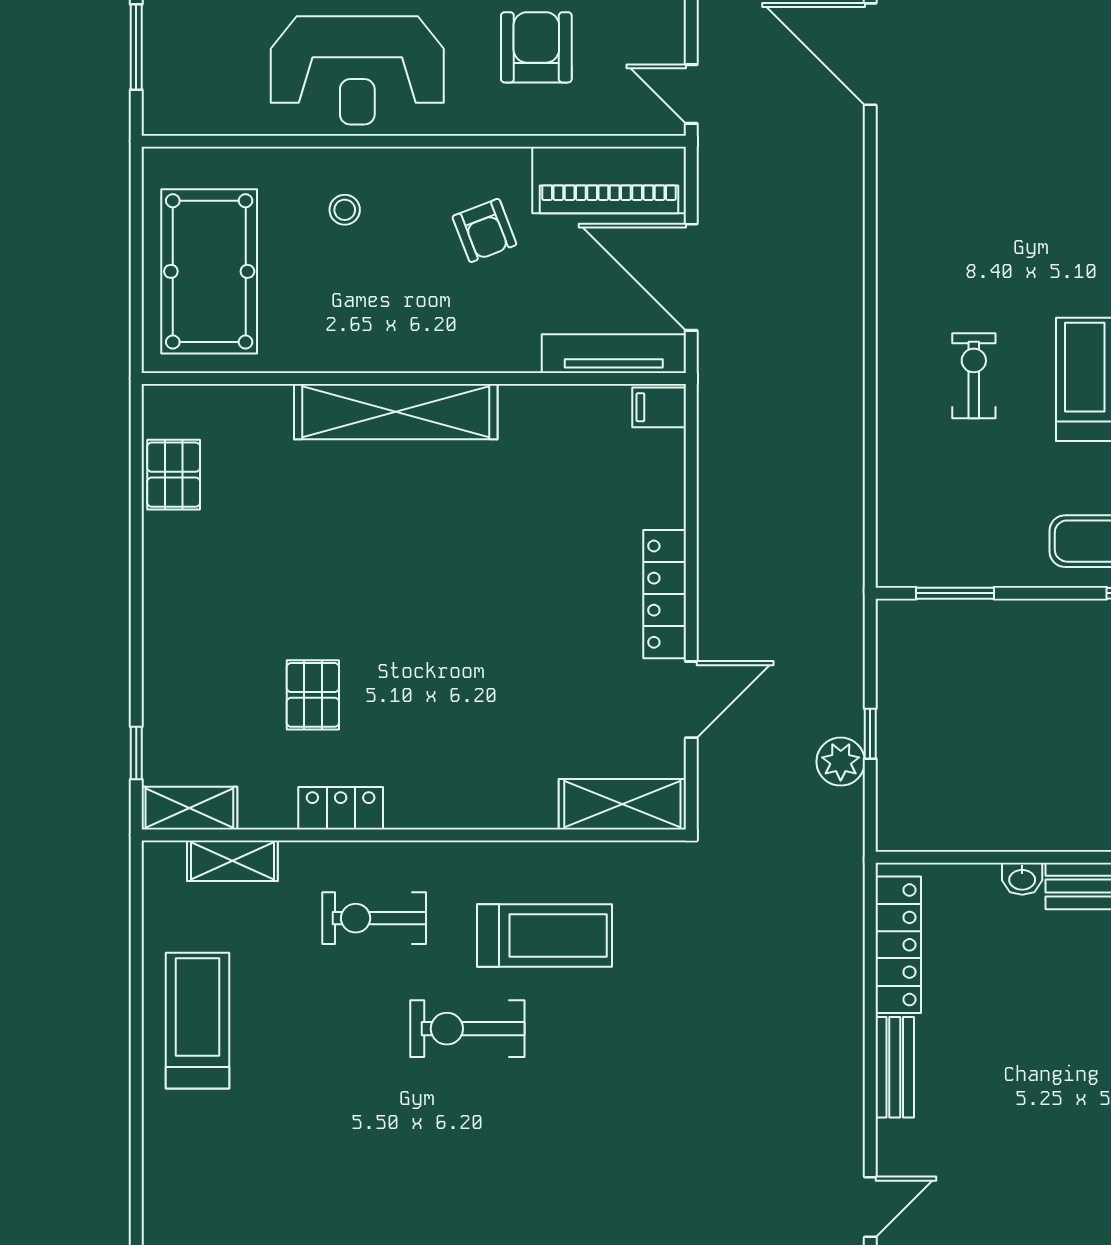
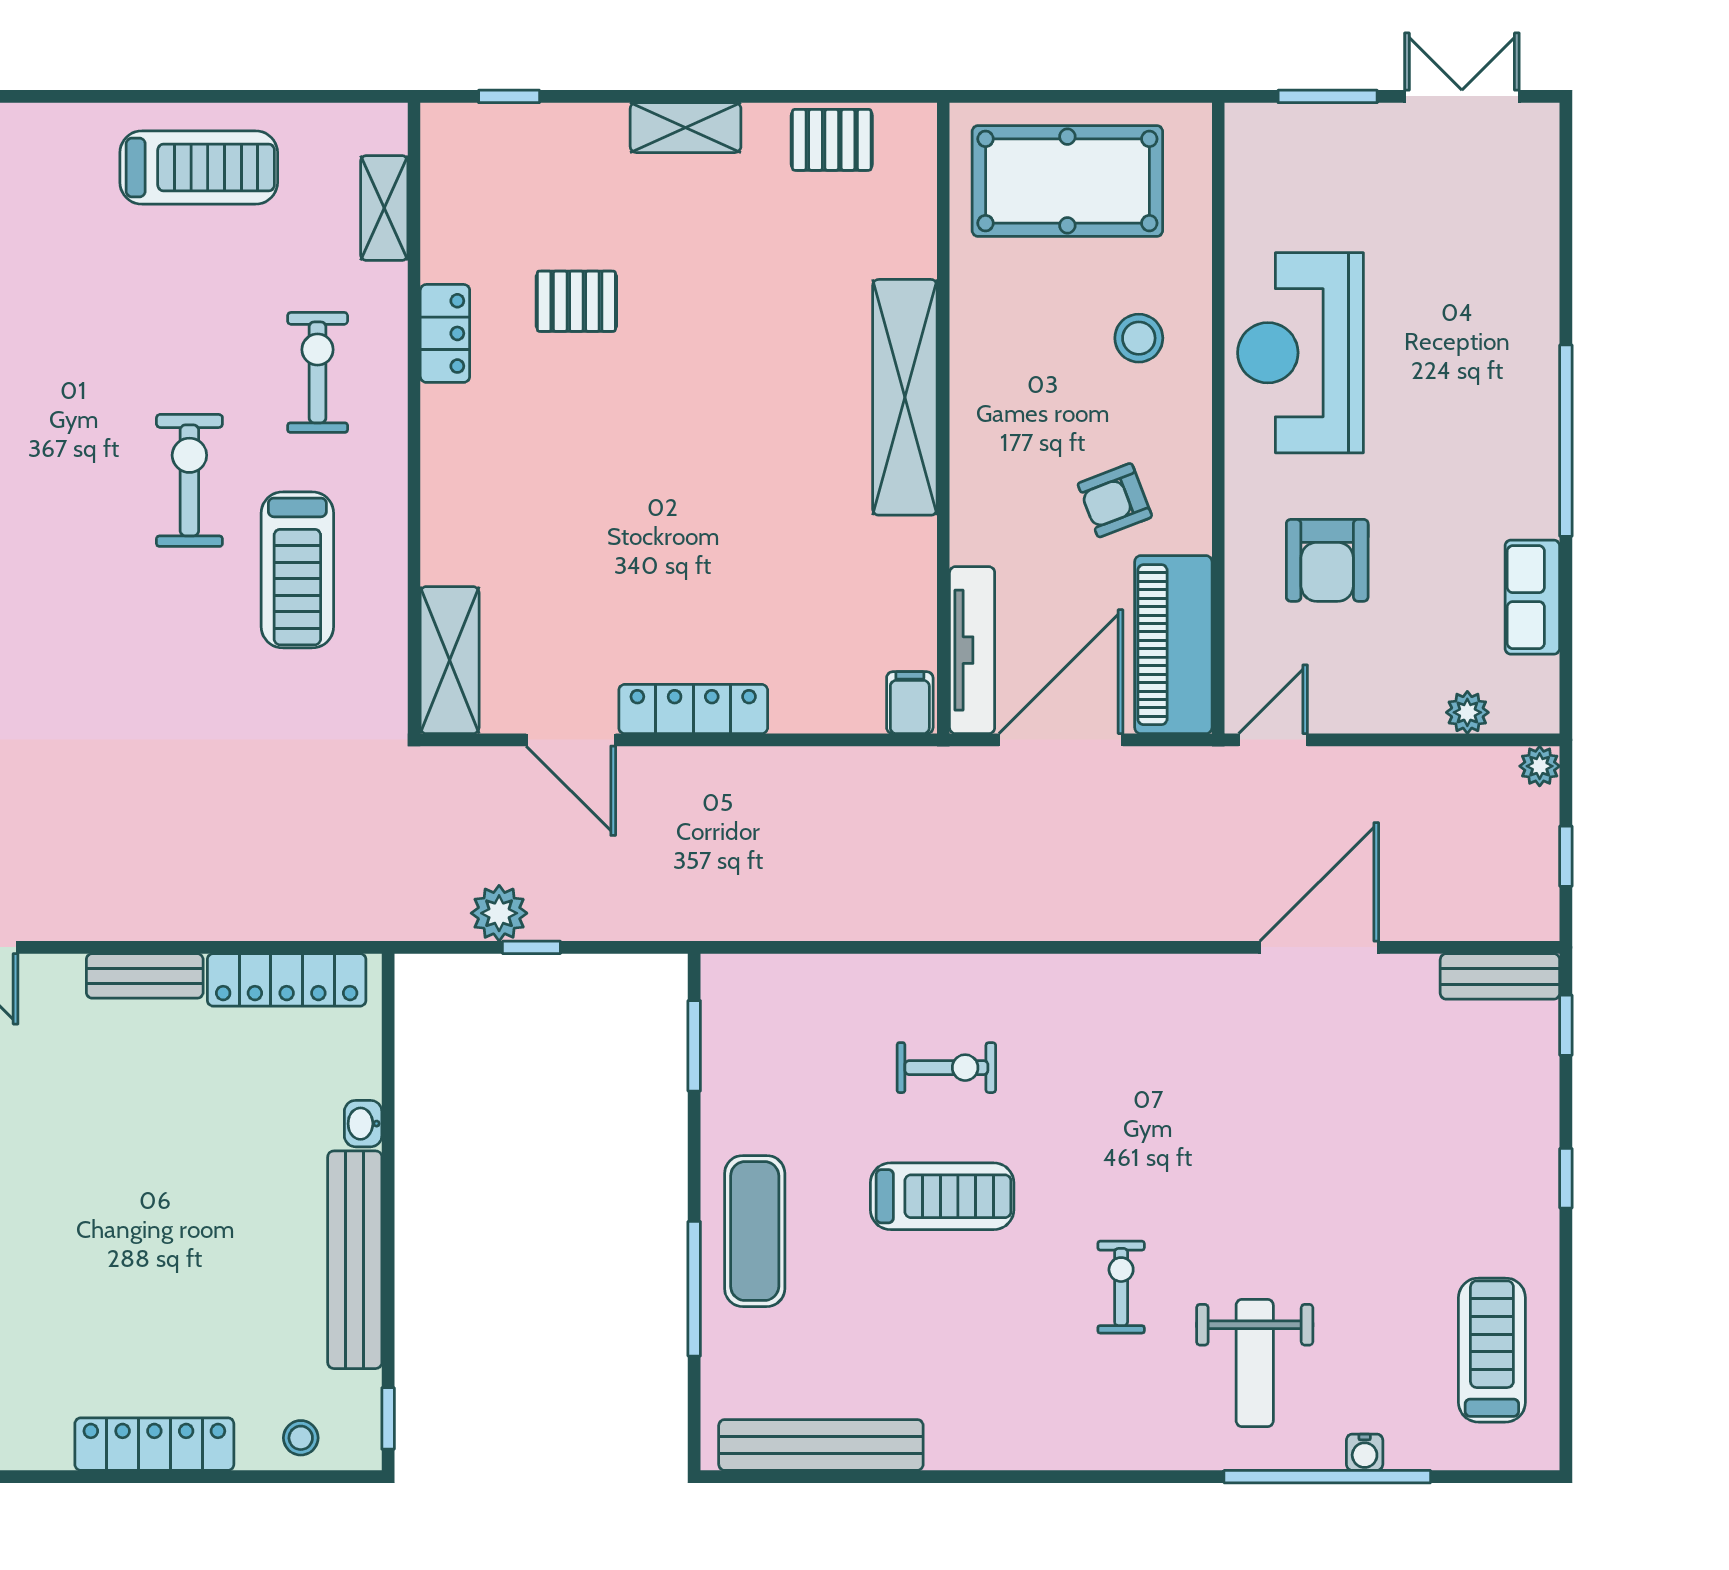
armchair: (536, 47) -> (1327, 560), turned 90
stool: (345, 210) -> (1139, 338), width x1.37, depth x1.37
shelving: (189, 808) -> (686, 128), moved, turned 90

